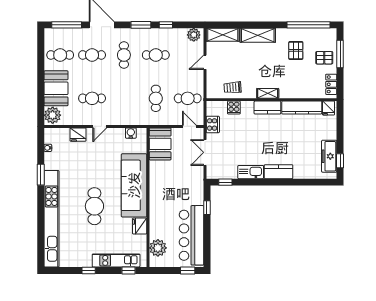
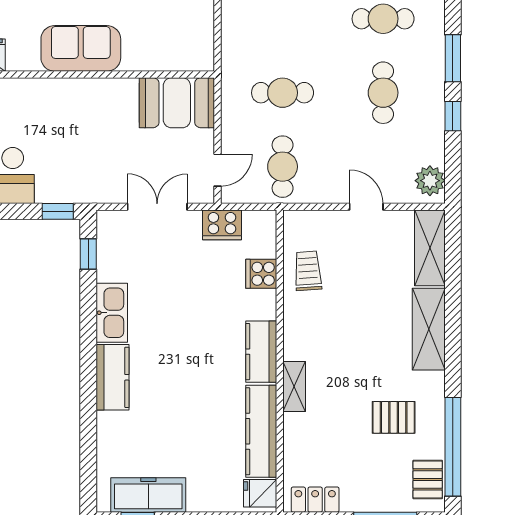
pallet: (324, 58) -> (428, 479), moved
shelving: (268, 93) -> (294, 386), moved
water cooler: (131, 133) -> (202, 35), removed
sofa: (134, 185) -> (81, 48), width x0.54, depth x0.79
window: (207, 208) -> (58, 211), moved

